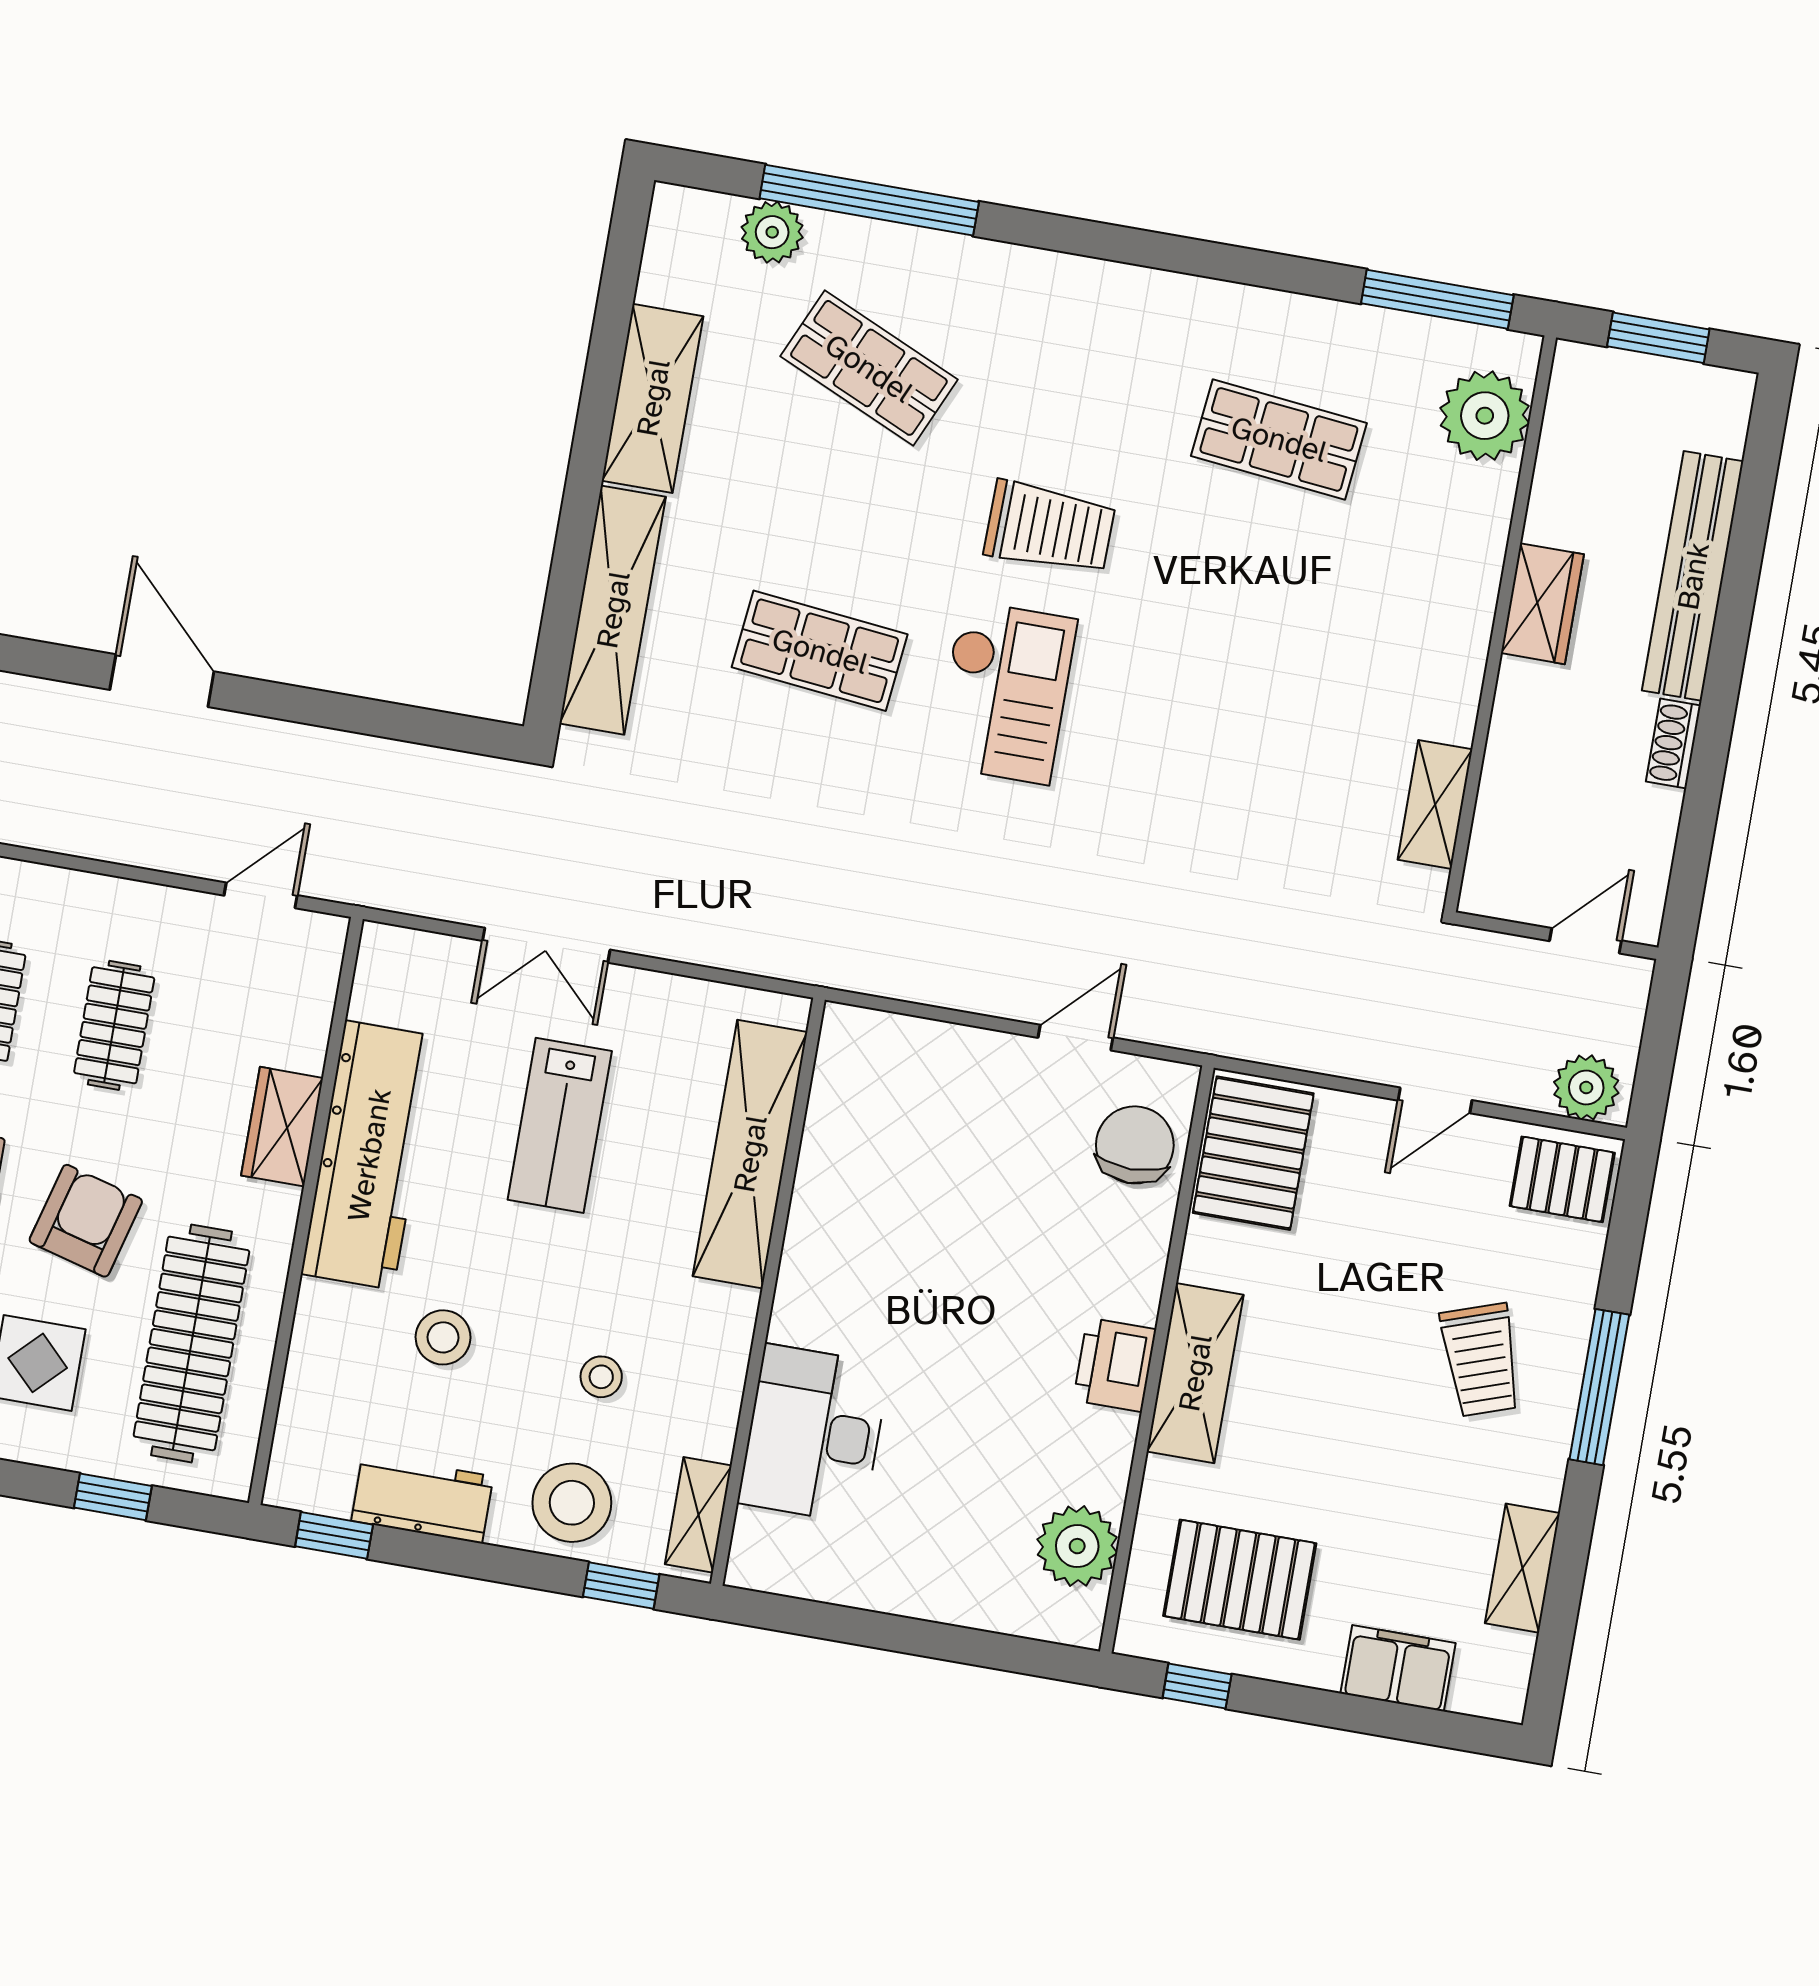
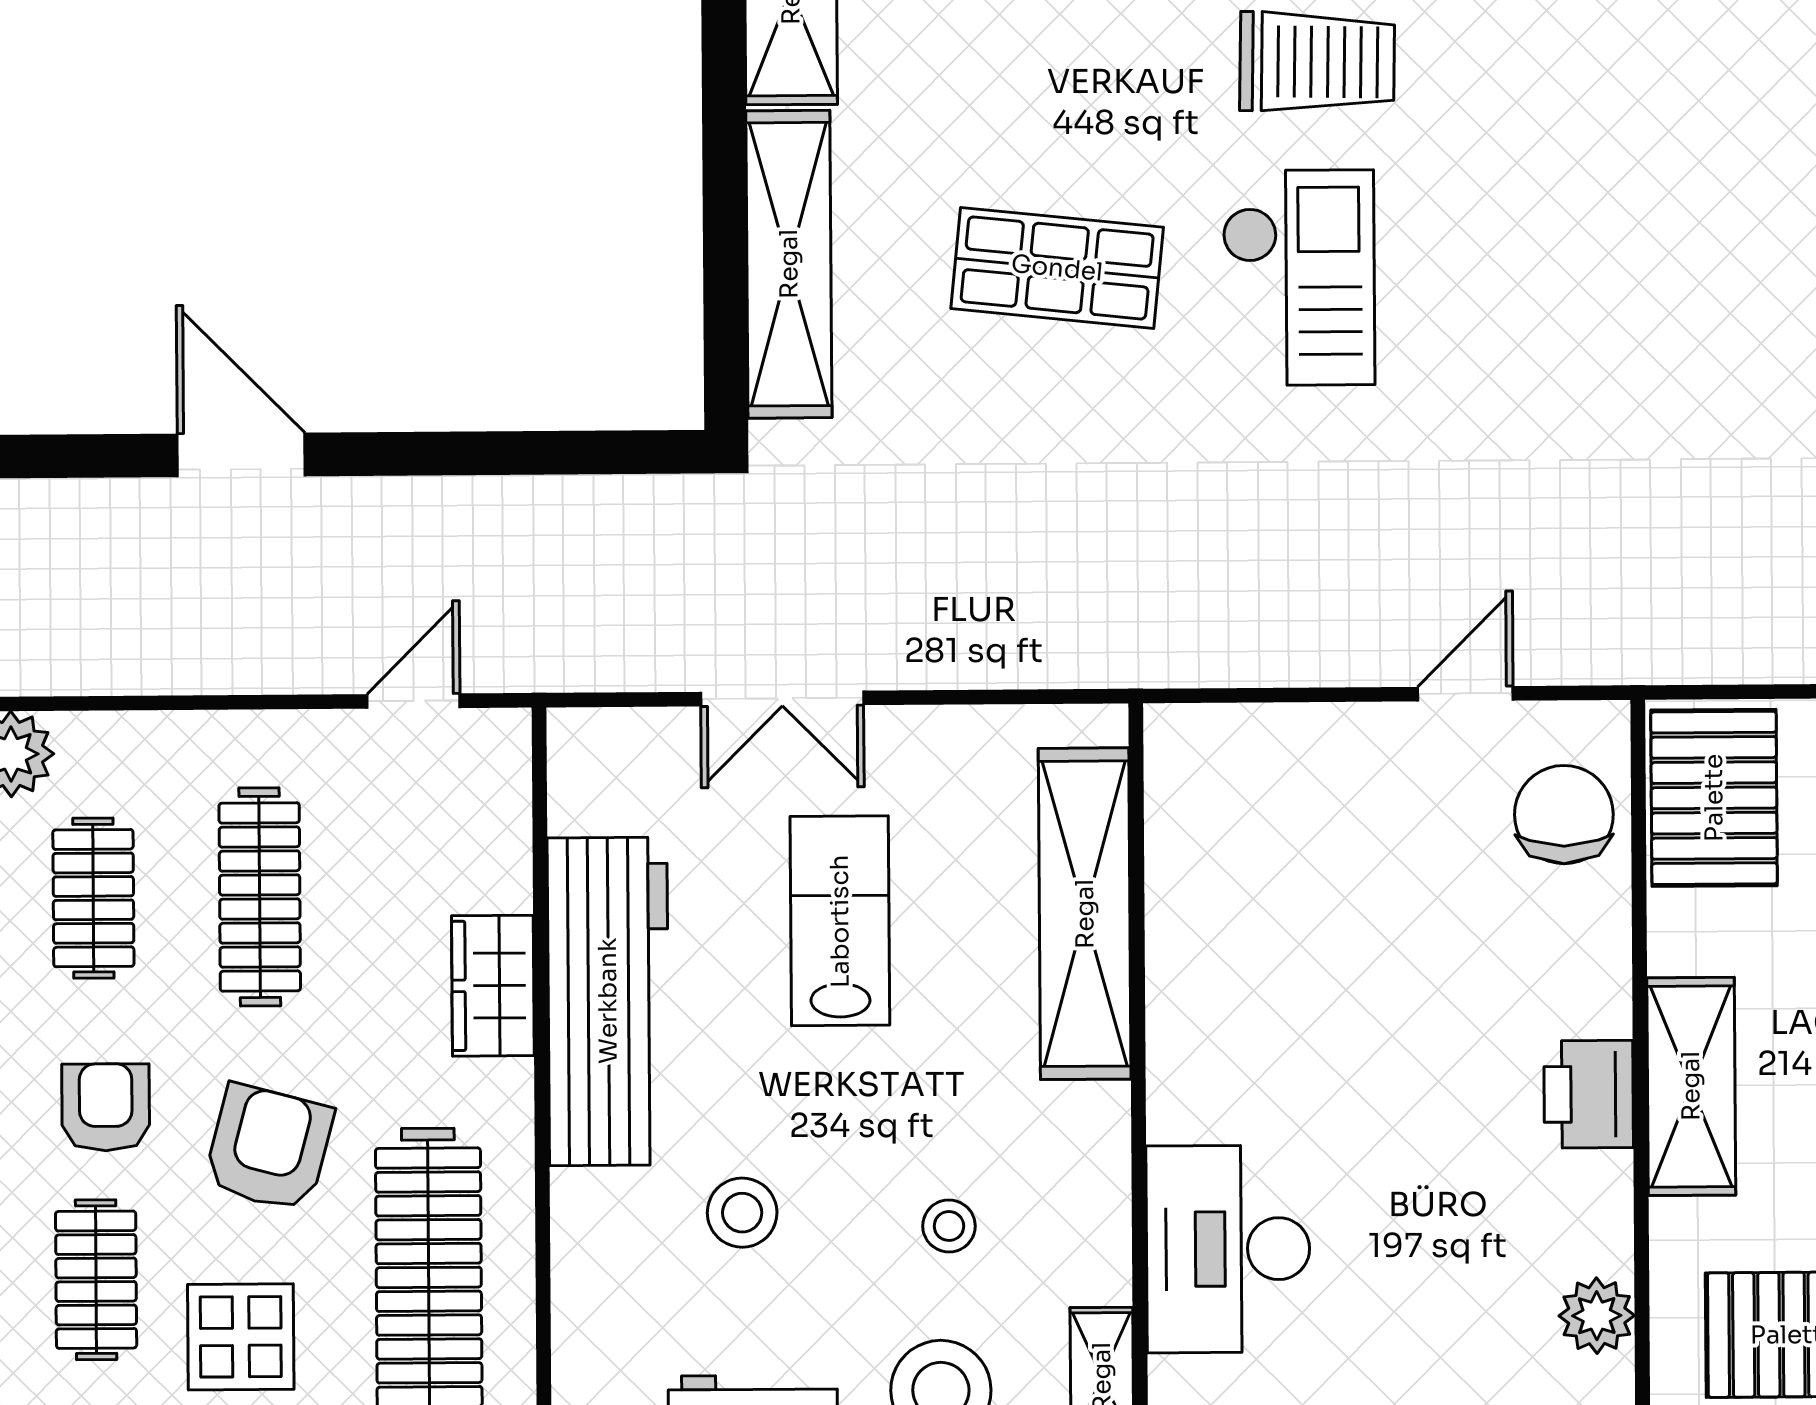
clothes rail: (114, 1025) -> (260, 897), width x1.36
lab bench: (560, 1125) -> (840, 921), turned 180
plant: (1077, 1546) -> (1597, 1316), width x0.73, depth x0.73

